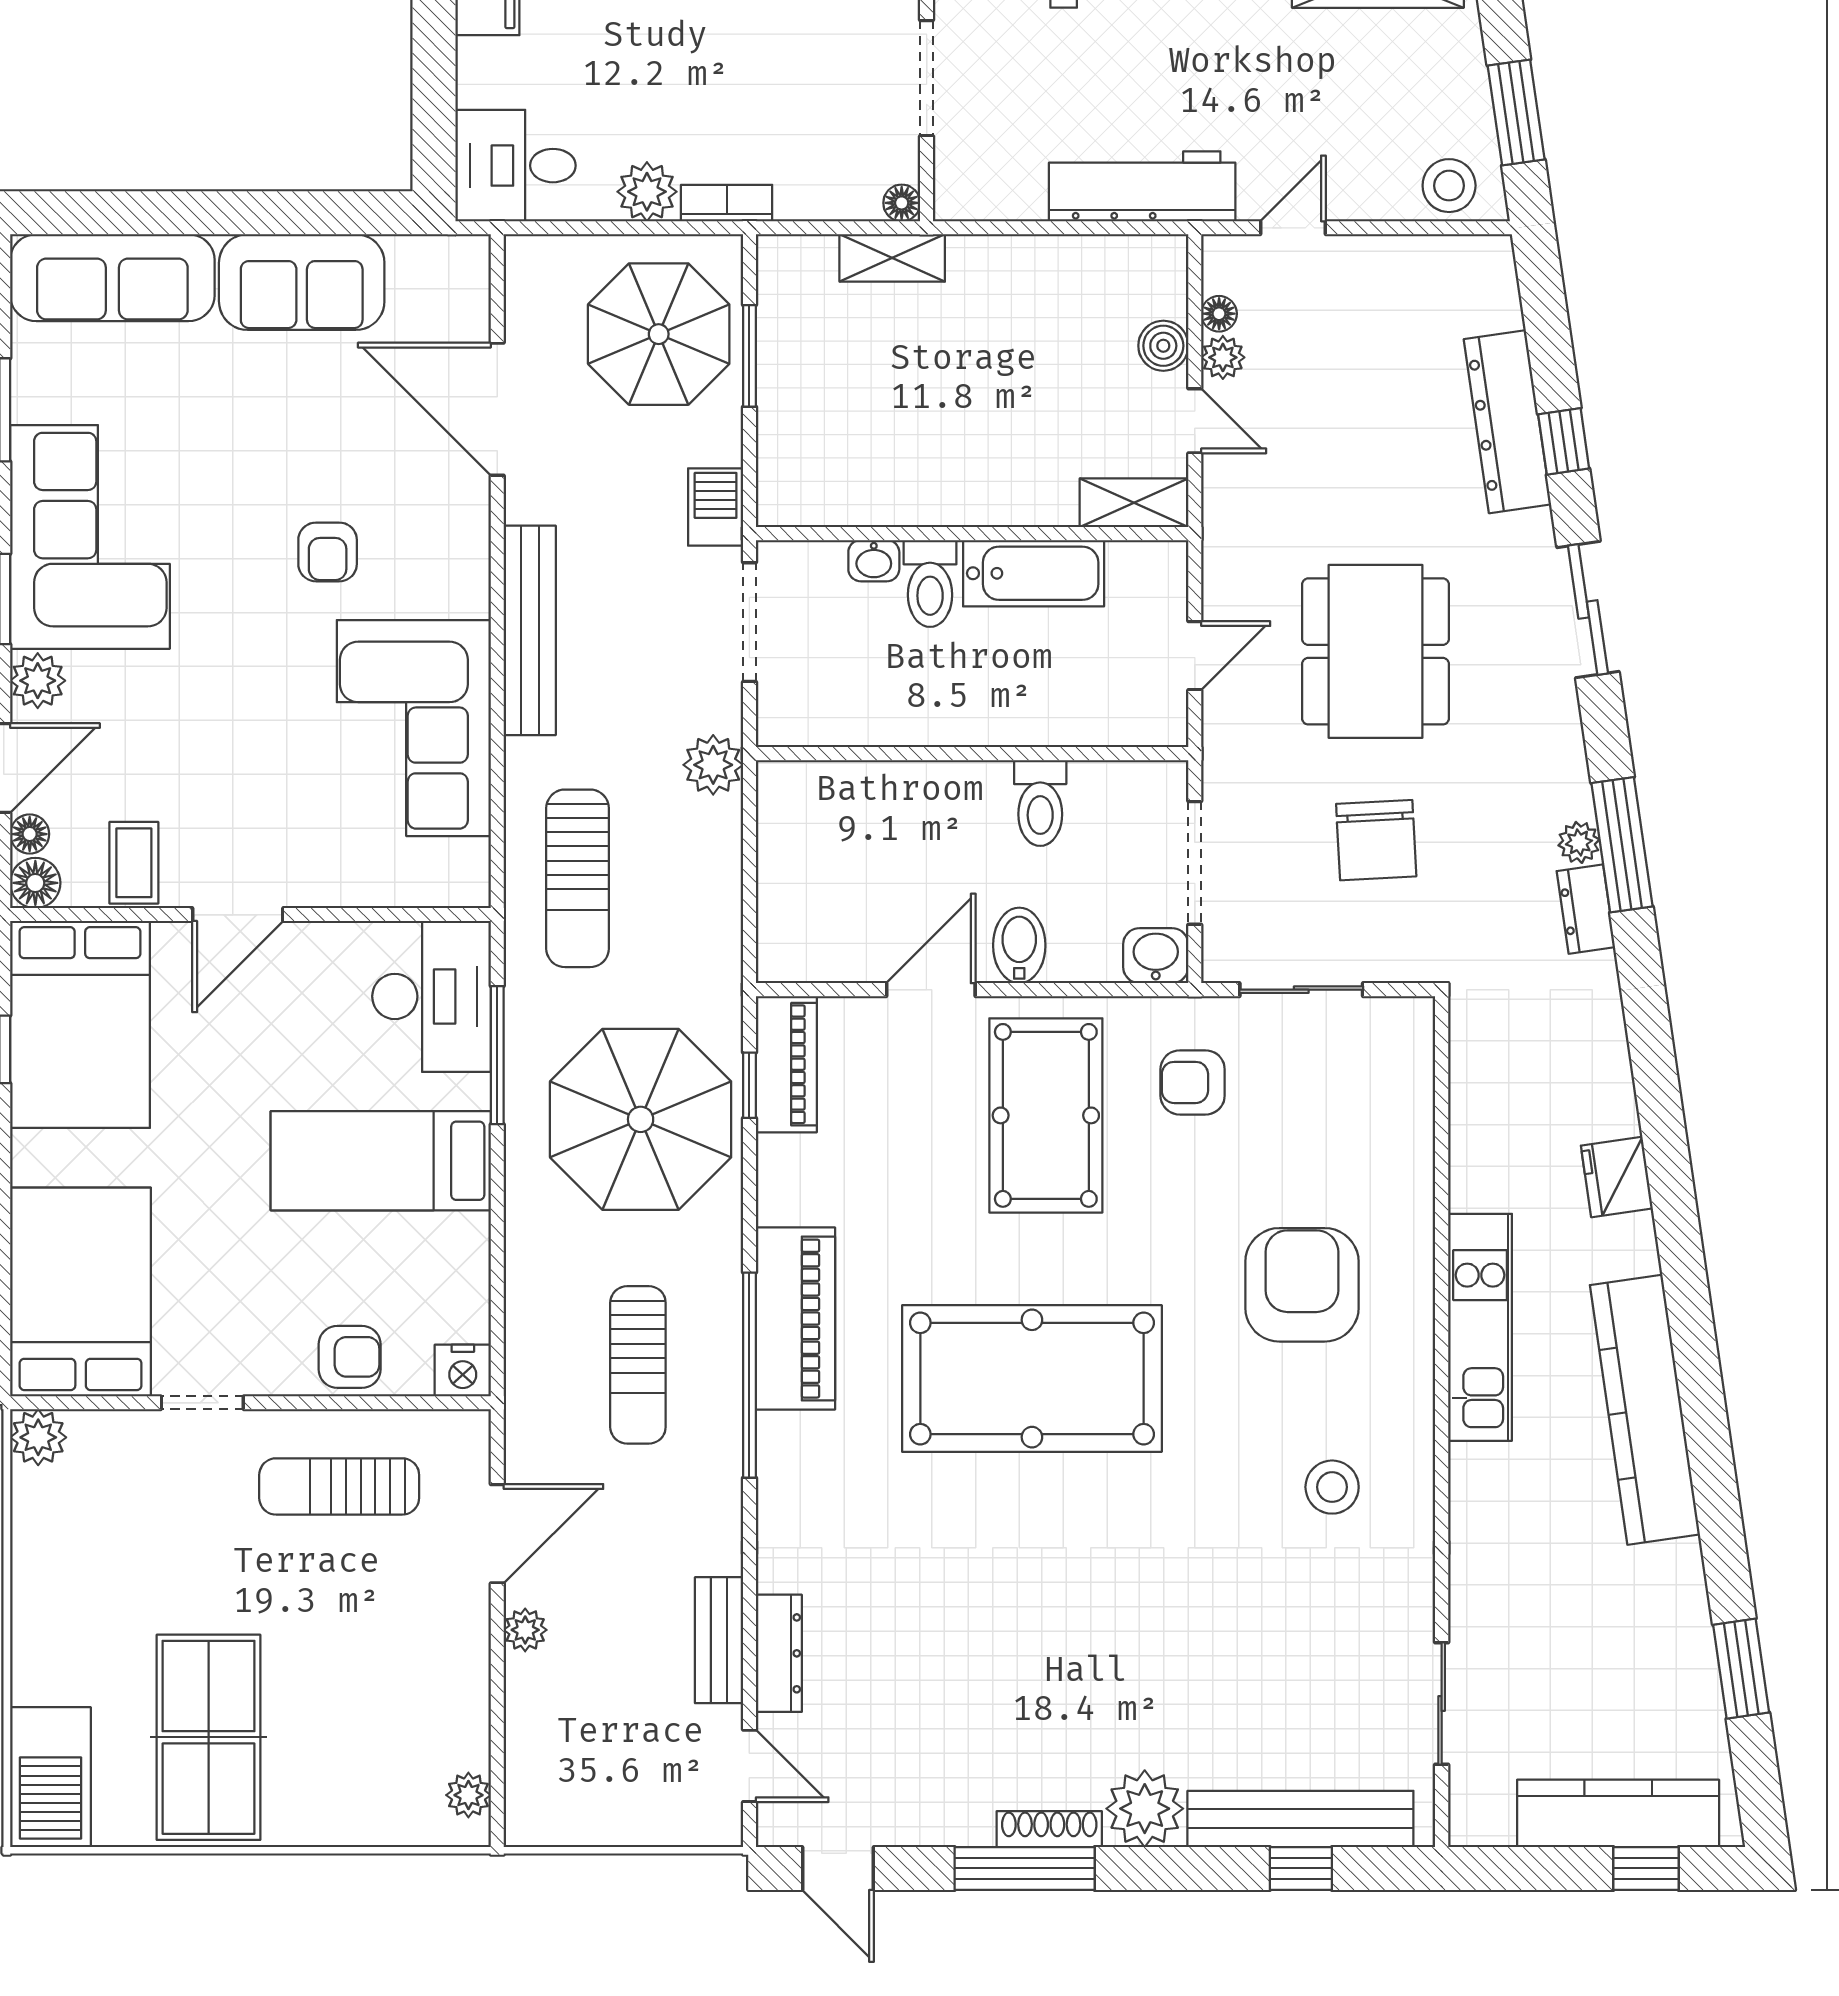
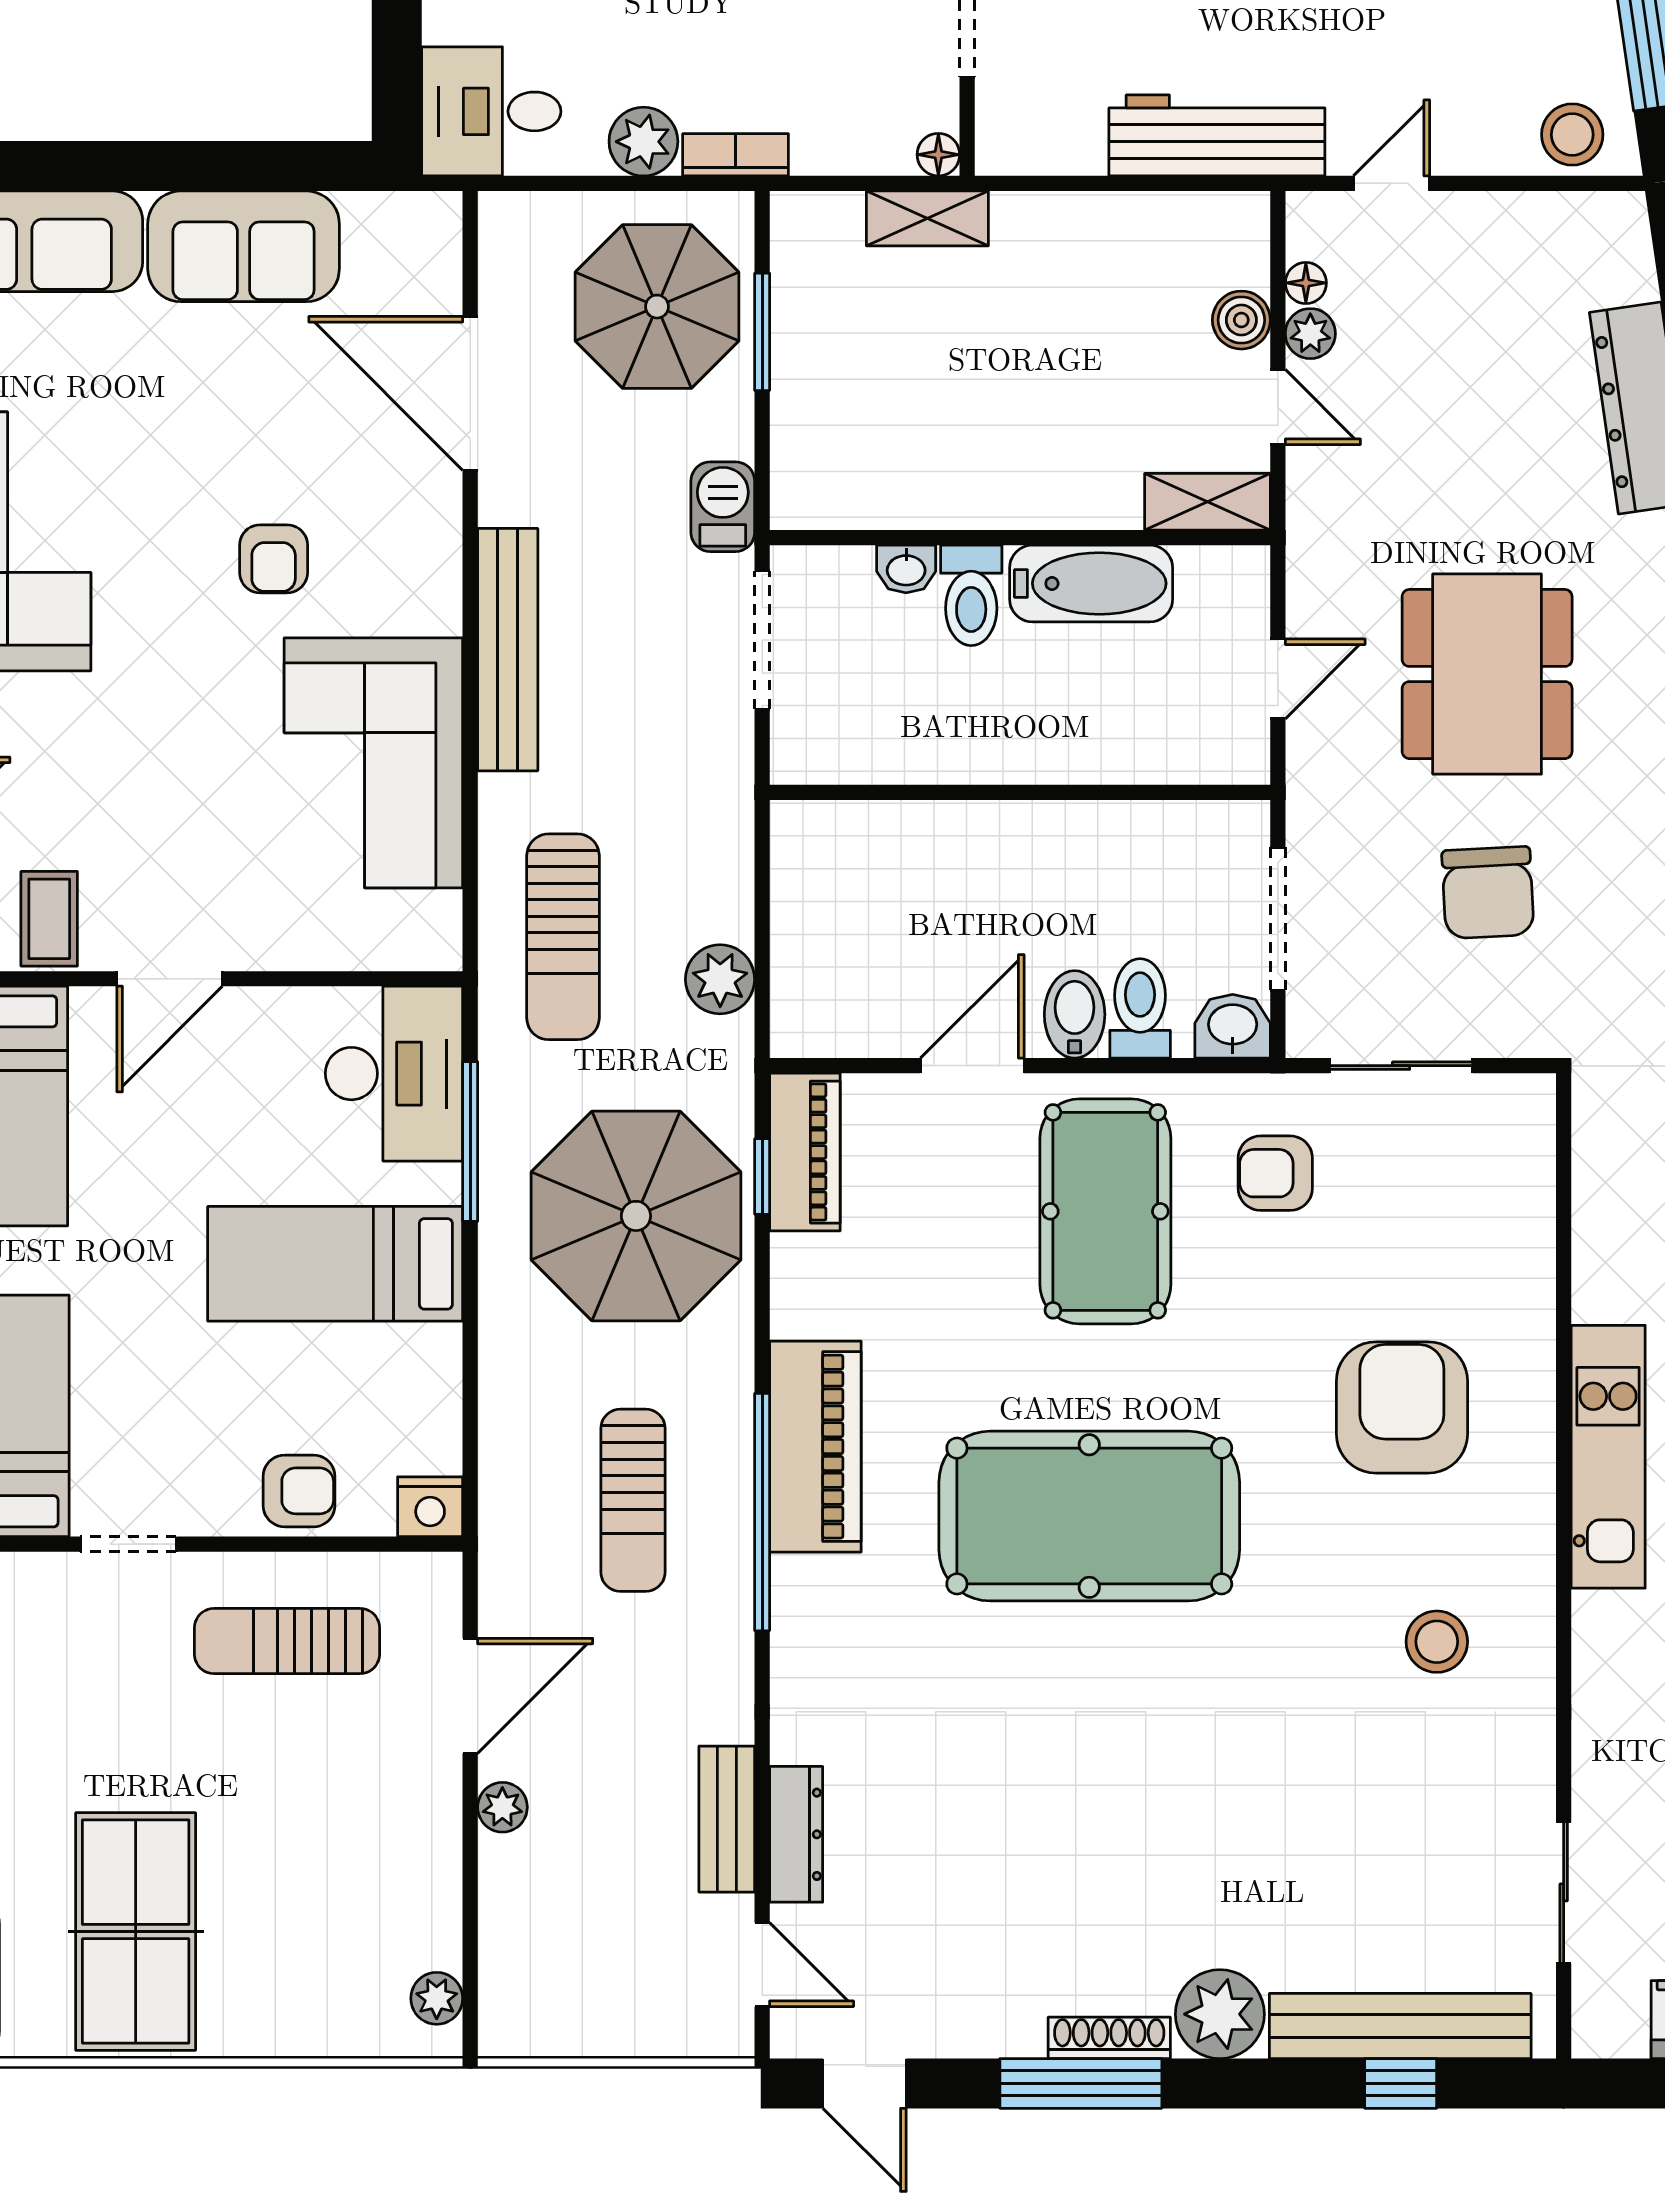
plant: (713, 765) -> (720, 979), moved
toilet: (1040, 803) -> (1140, 1008), moved, turned 180

